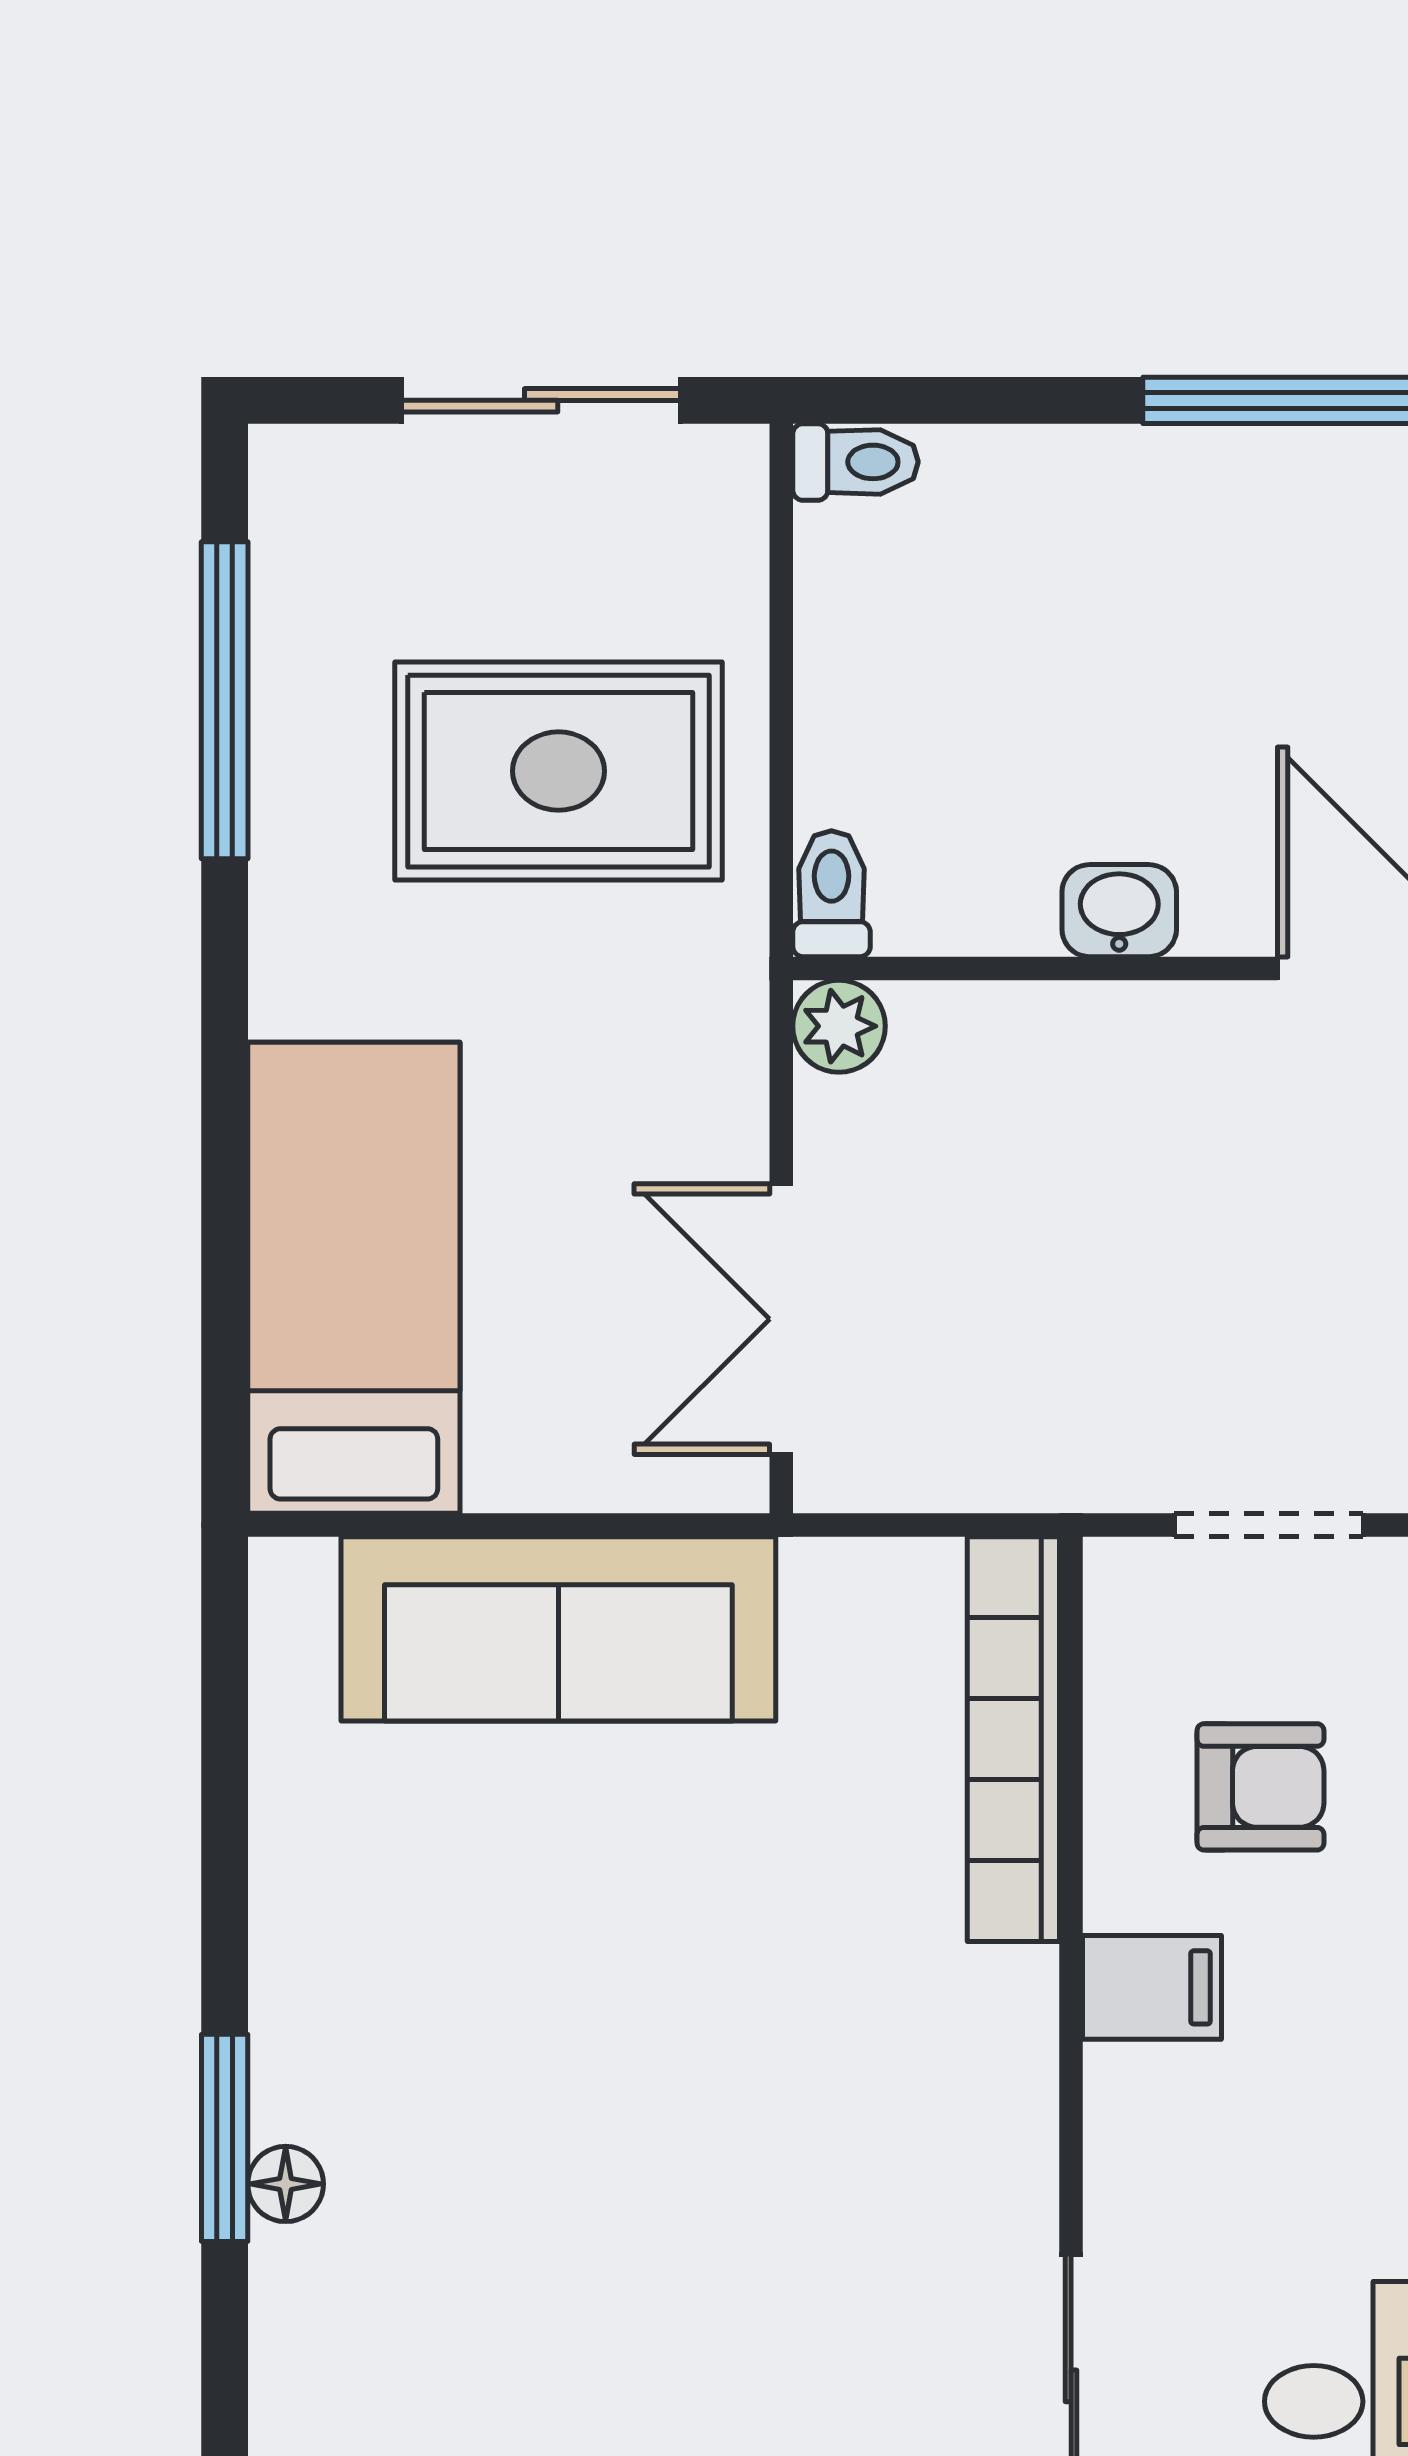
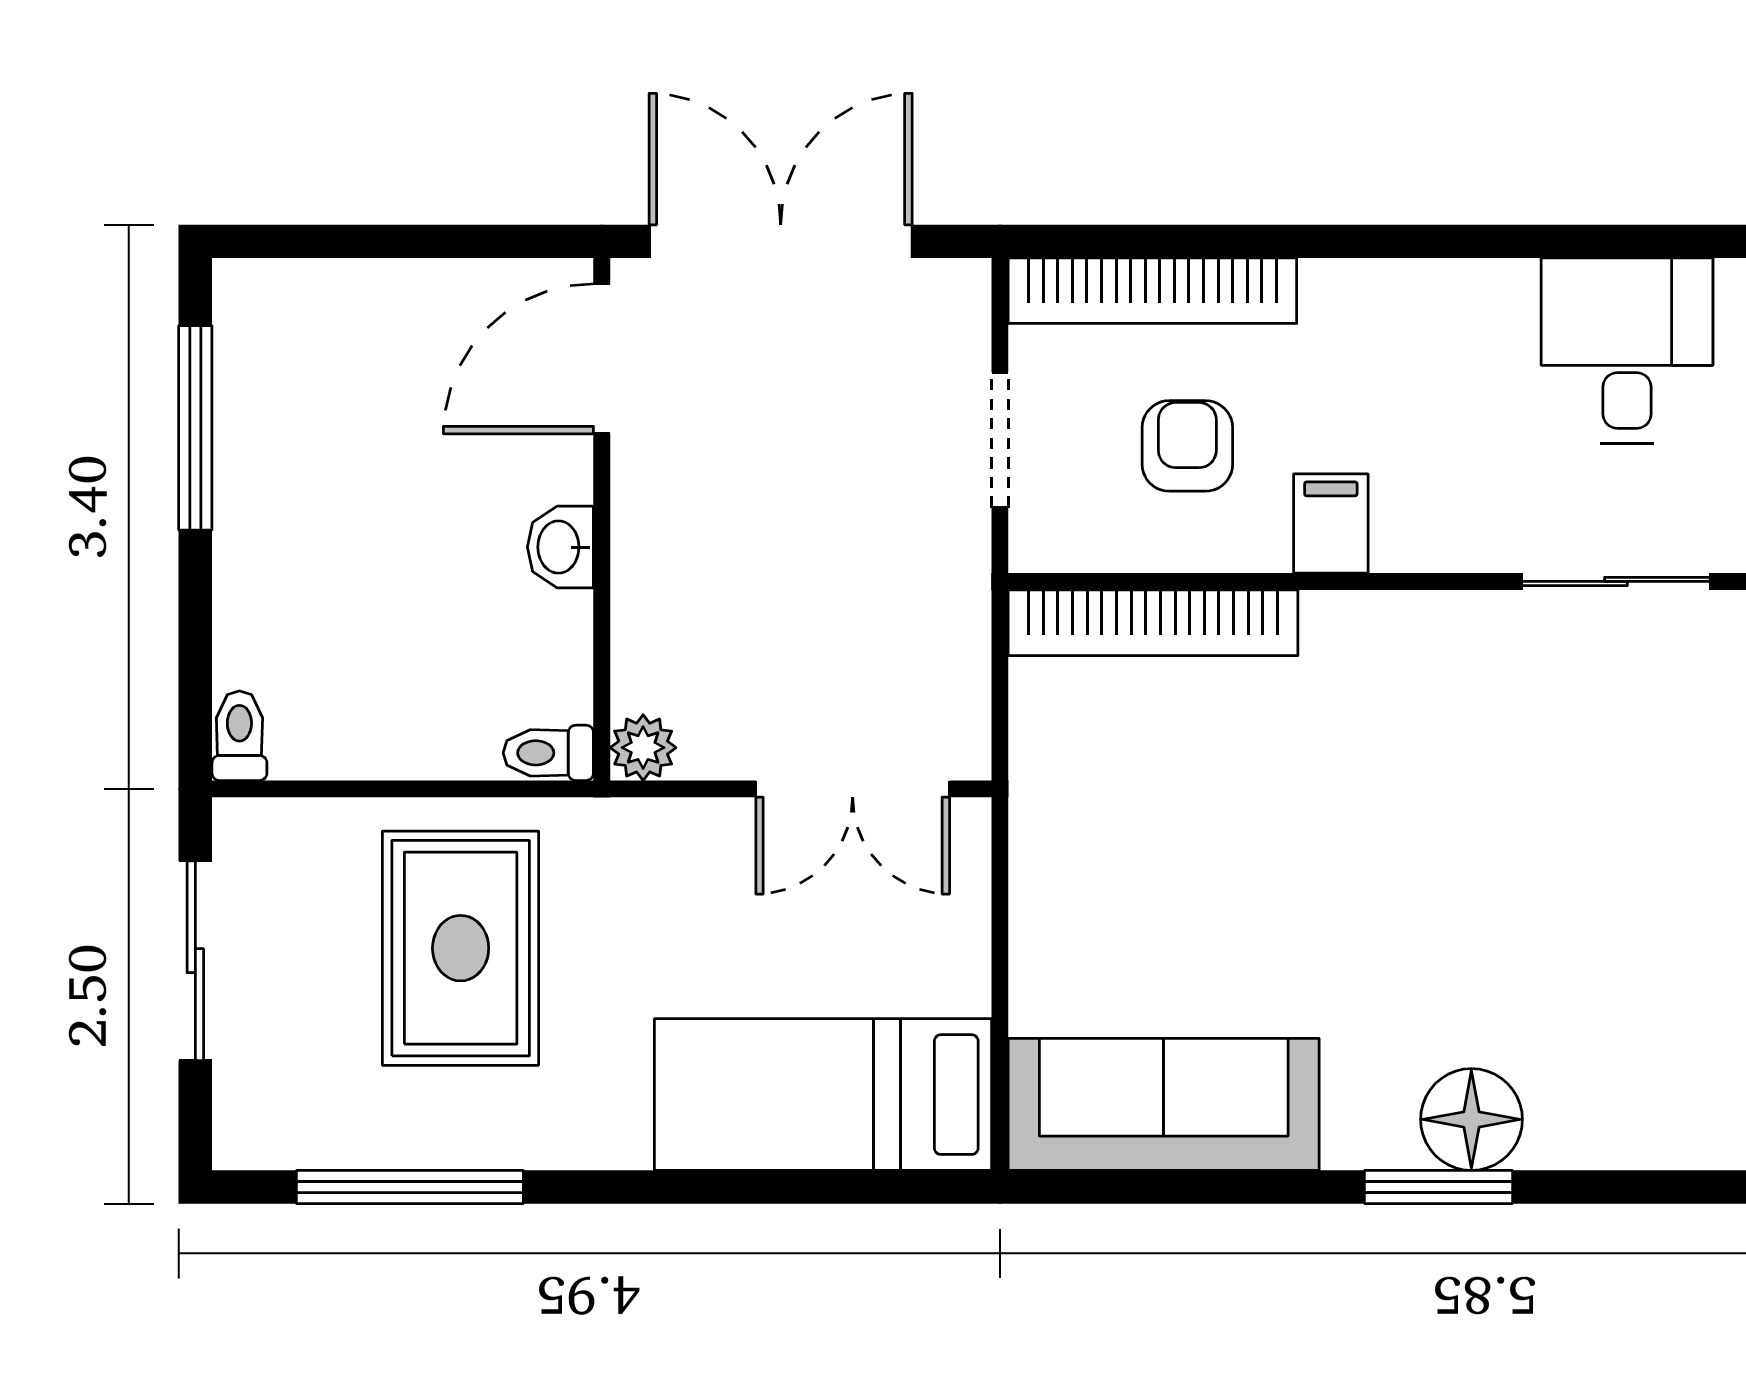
sofa: (558, 1629) -> (1164, 1104), moved, turned -90
floor lamp: (286, 2184) -> (1471, 1119), width x1.89, depth x1.89

